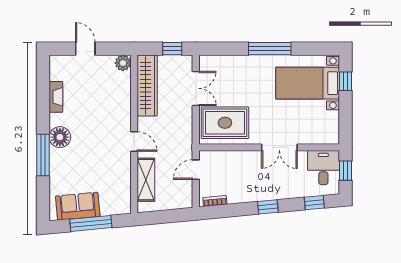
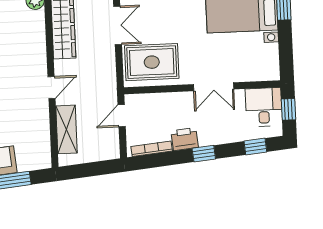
door: (134, 142) -> (52, 88), hinge flipped
printer: (251, 193) -> (185, 139), added
bookcase: (215, 201) -> (152, 149), width x1.56

